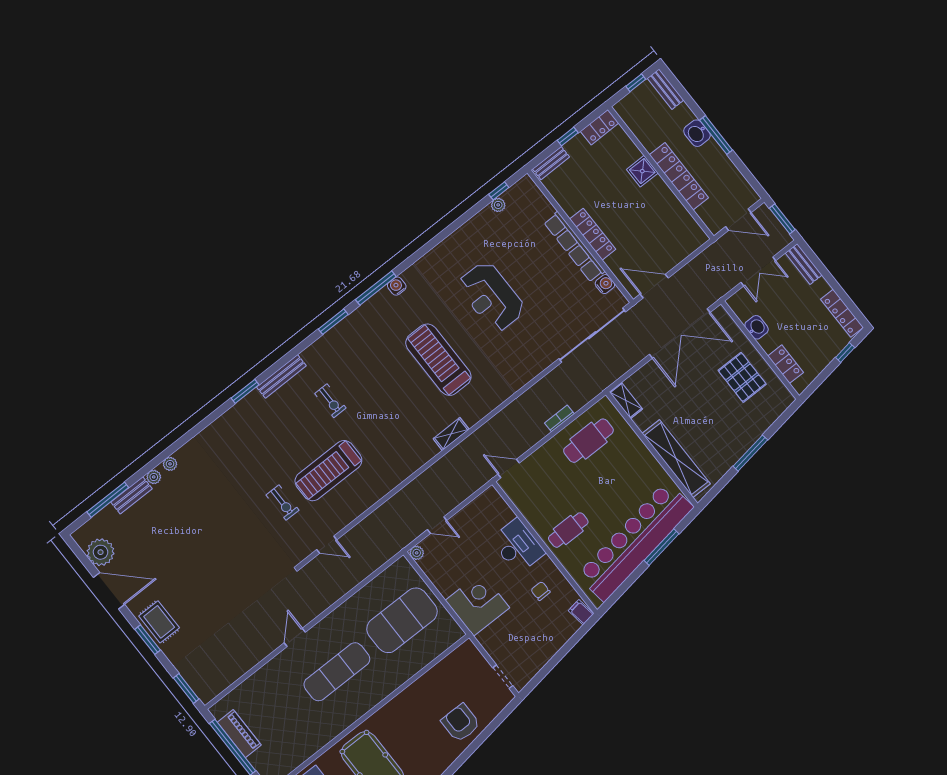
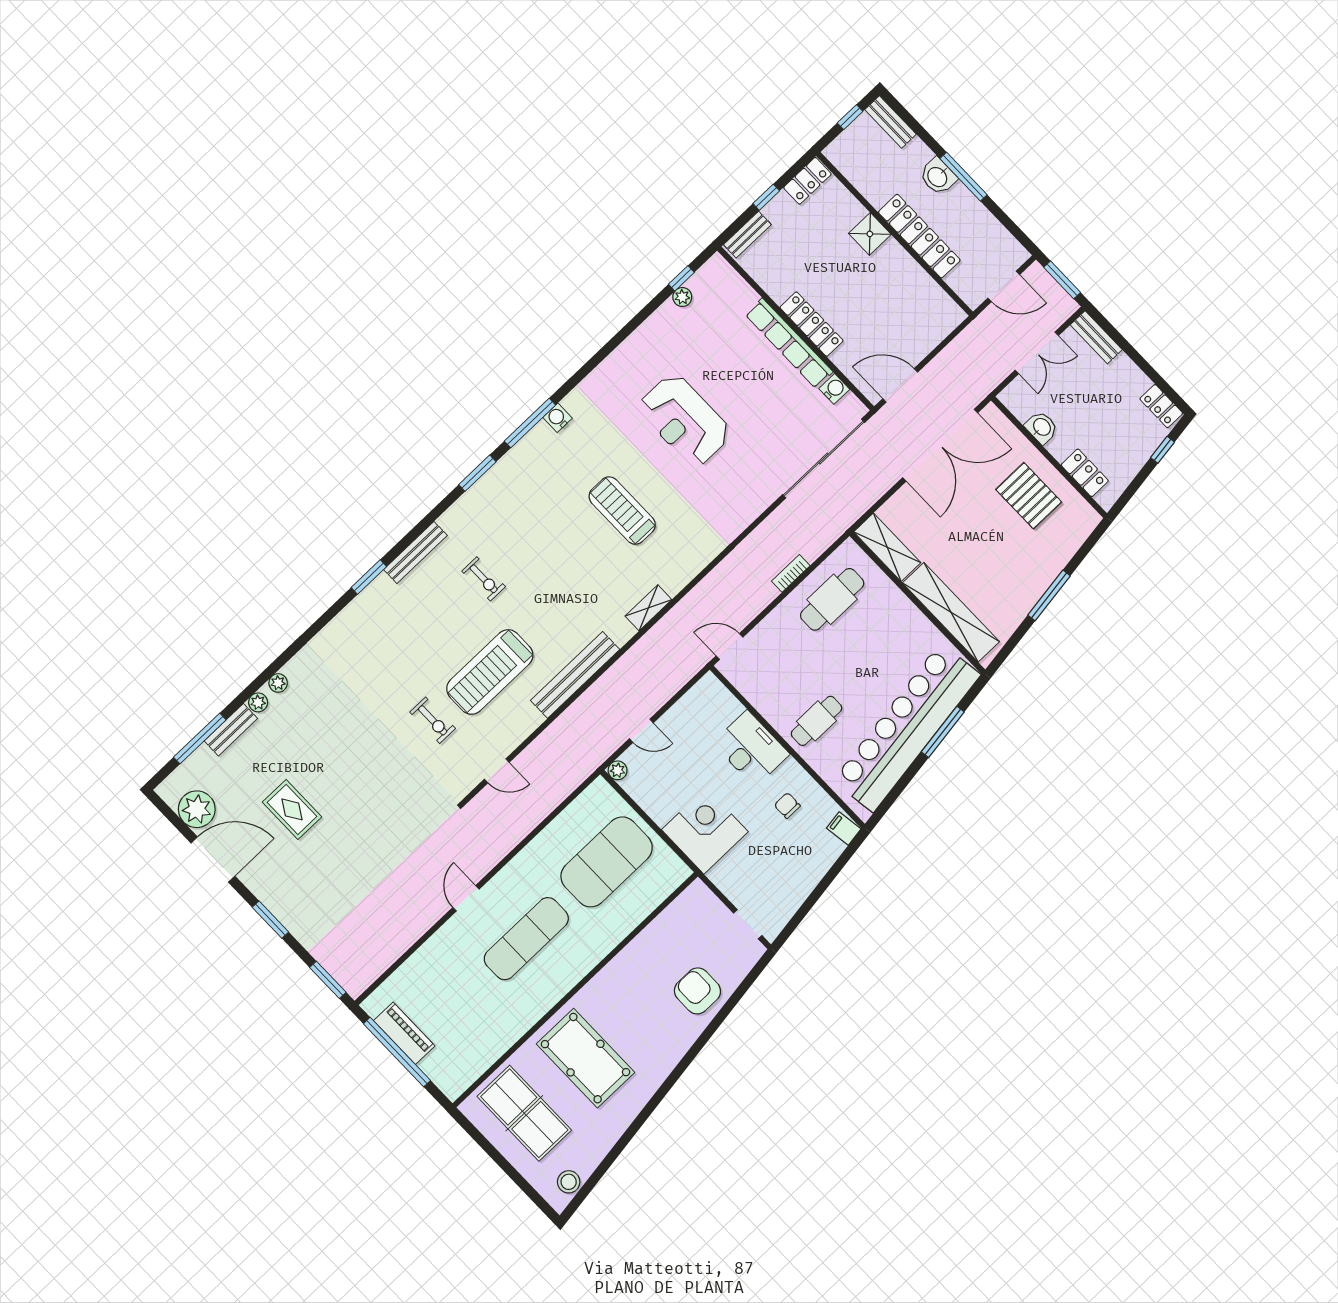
locker: (842, 313) -> (1161, 406), width x0.66
treadmill: (438, 360) -> (622, 511), width x0.73, depth x0.73
shelving: (626, 401) -> (887, 547), width x1.50, depth x1.33
bench: (392, 479) -> (575, 675), added
rug: (159, 622) -> (292, 809), moved

